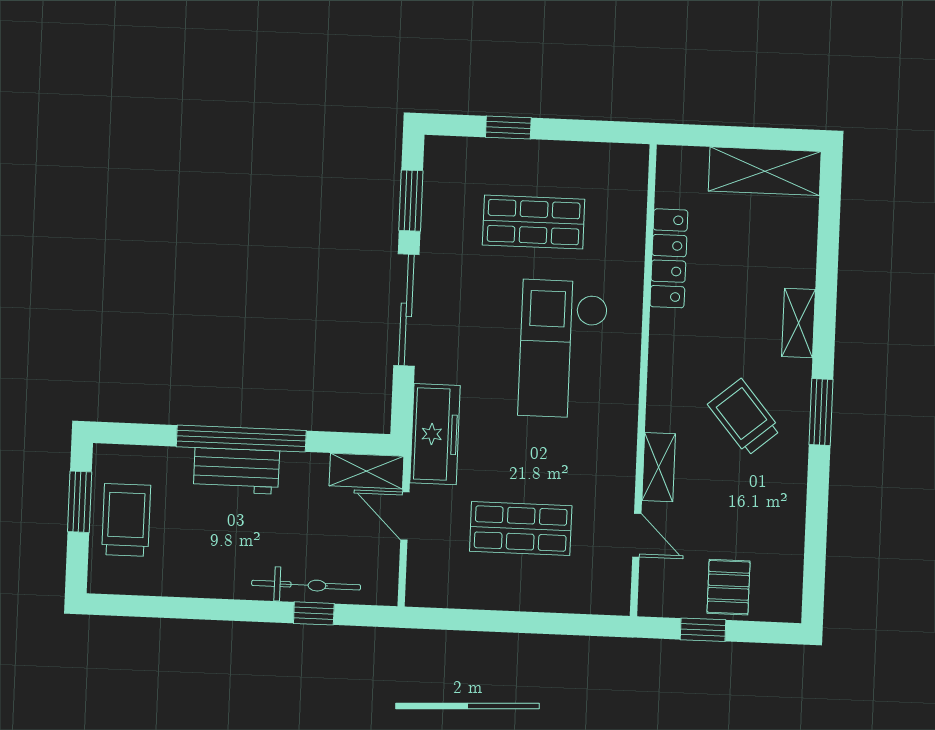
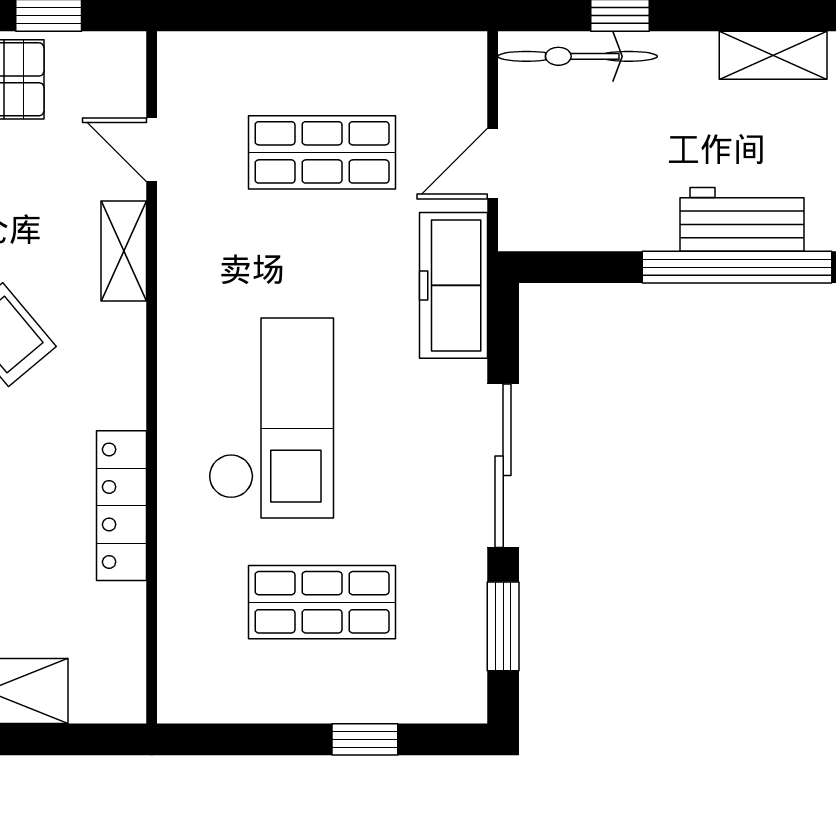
locker: (669, 258) -> (121, 506), moved
shelving: (366, 471) -> (773, 55), moved
door: (405, 516) -> (493, 164), swing flipped
bicycle: (306, 585) -> (577, 56), moved

